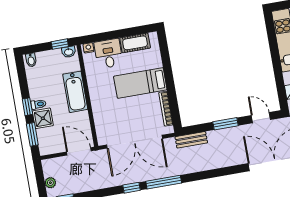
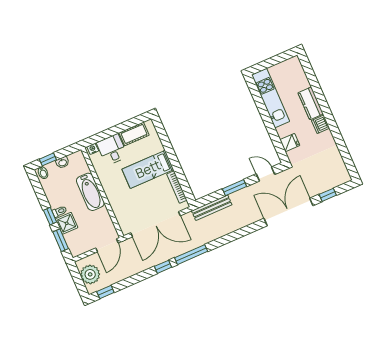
window: (60, 44) -> (48, 159), moved
washbasin: (69, 52) -> (63, 163), moved
bench: (191, 140) -> (212, 208), width x1.36
door: (79, 151) -> (107, 245), swing flipped
plant: (50, 183) -> (90, 274), width x1.87, depth x1.87

